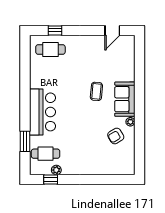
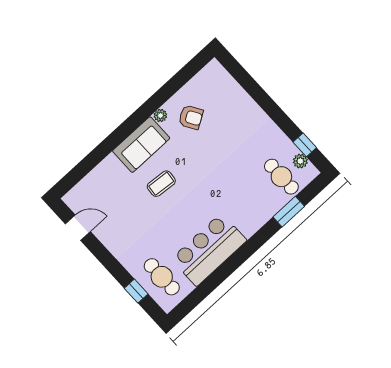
bar counter: (42, 112) -> (209, 250), moved
plant: (56, 170) -> (300, 161), moved

